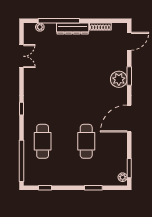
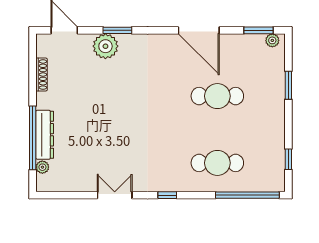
dresser: (73, 28) -> (45, 135), moved
double door: (21, 56) -> (115, 195), moved
plant: (119, 79) -> (105, 46), moved
door: (129, 118) -> (199, 30), moved

